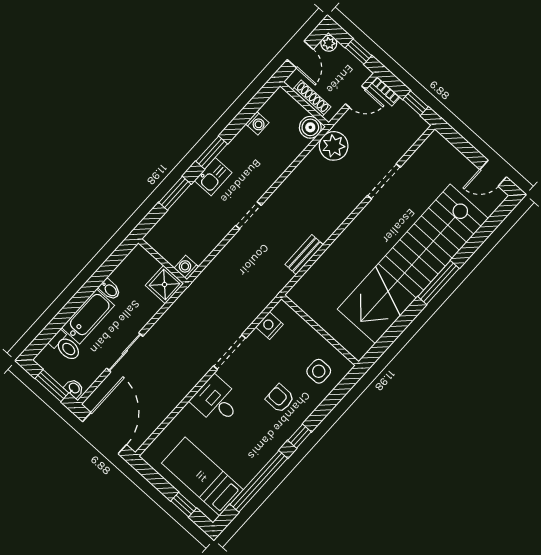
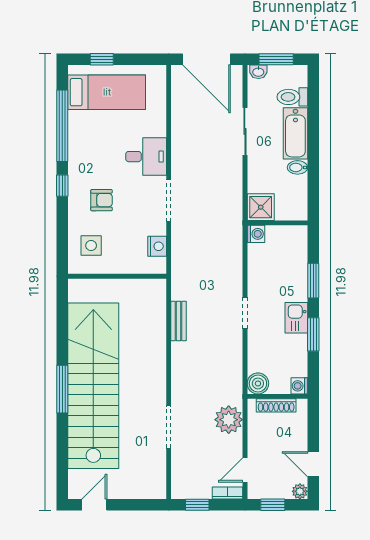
shoe rack: (312, 98) -> (276, 405), moved
wall: (304, 104) -> (277, 396), moved
boiler: (310, 127) -> (258, 383), moved

